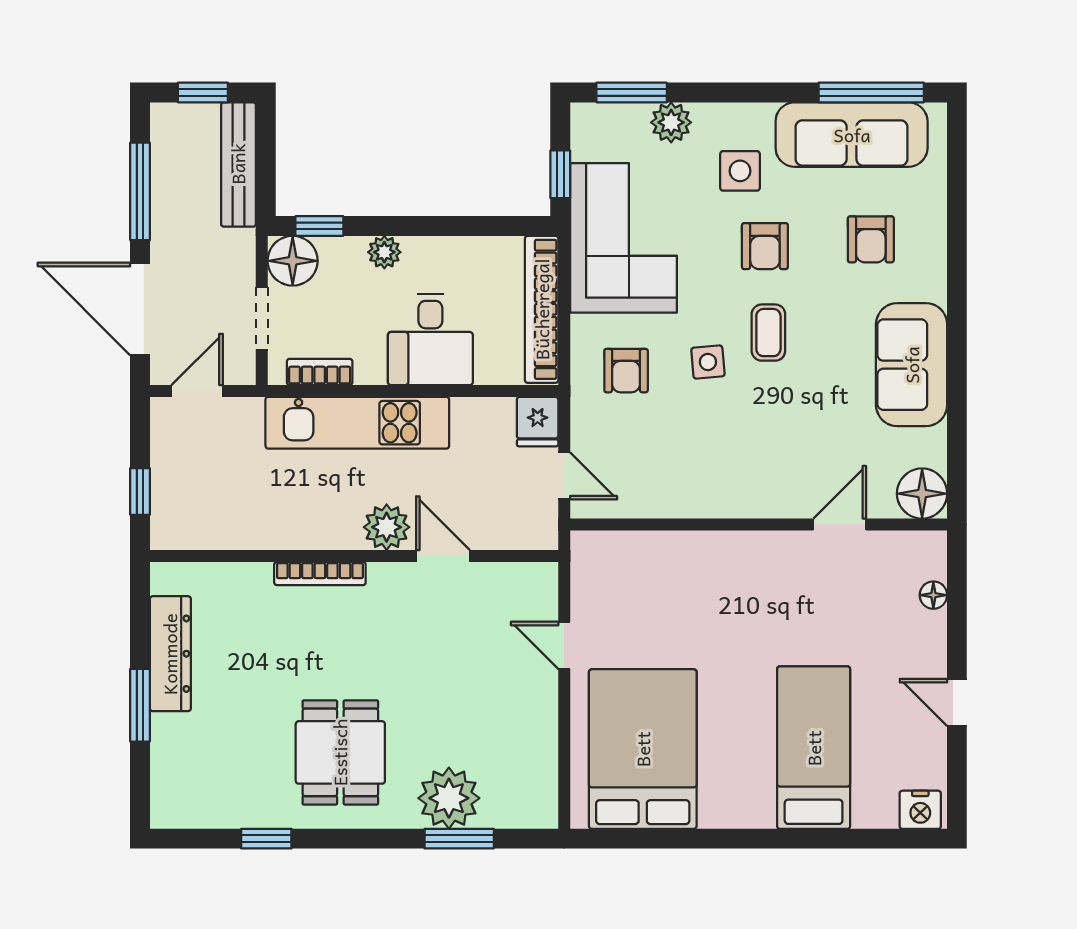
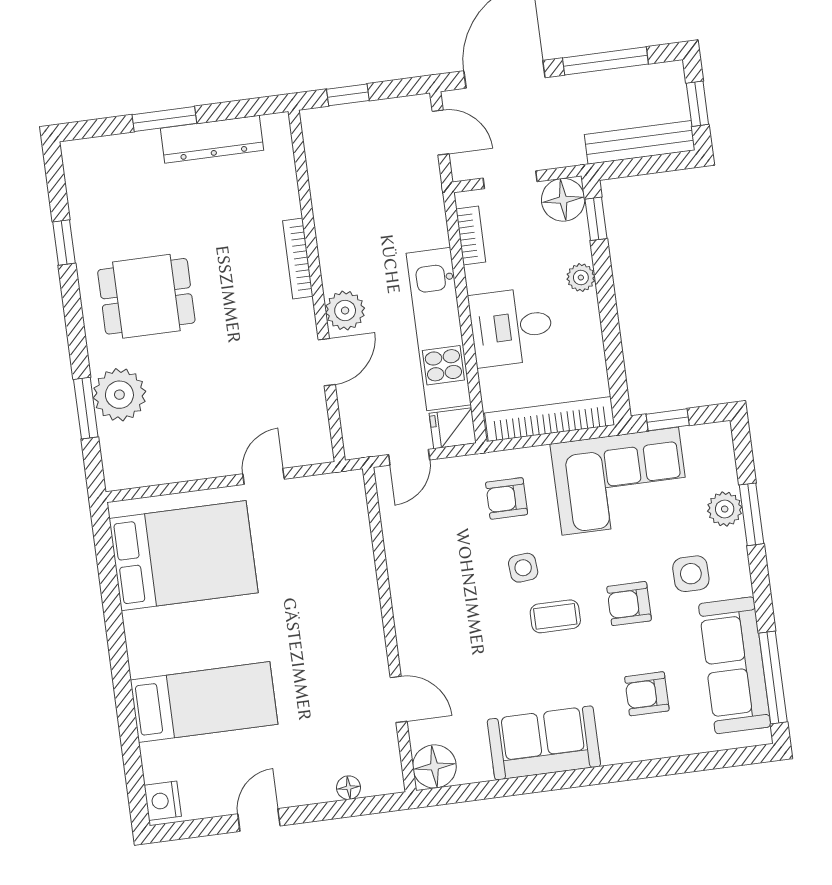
window: (632, 92) -> (752, 514), moved
kitchen unit: (357, 423) -> (439, 329), moved

